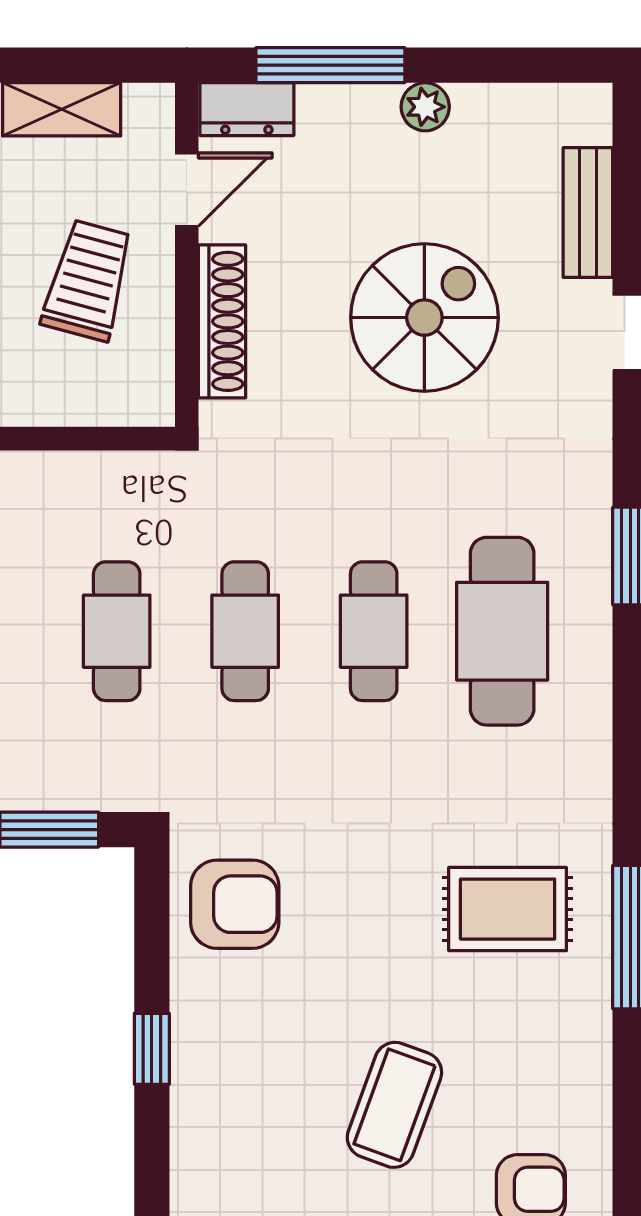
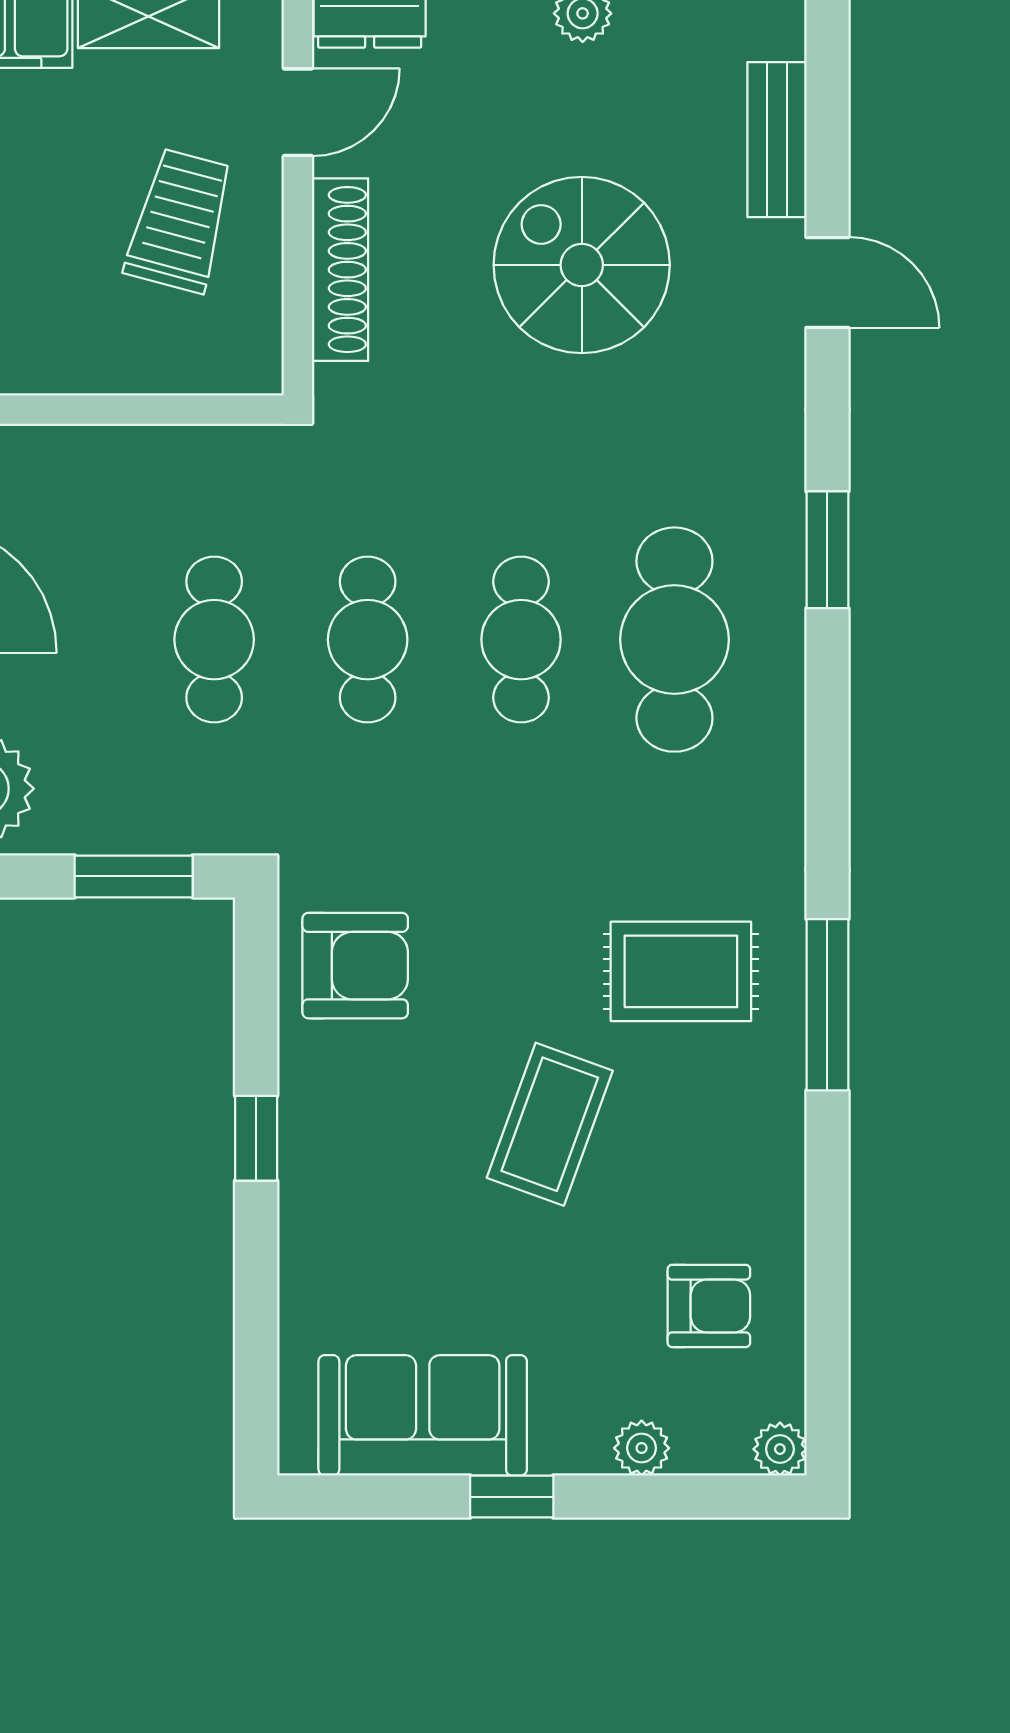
spiral stairs: (424, 318) -> (582, 265), turned -90
coffee table: (394, 1105) -> (550, 1124), moved

